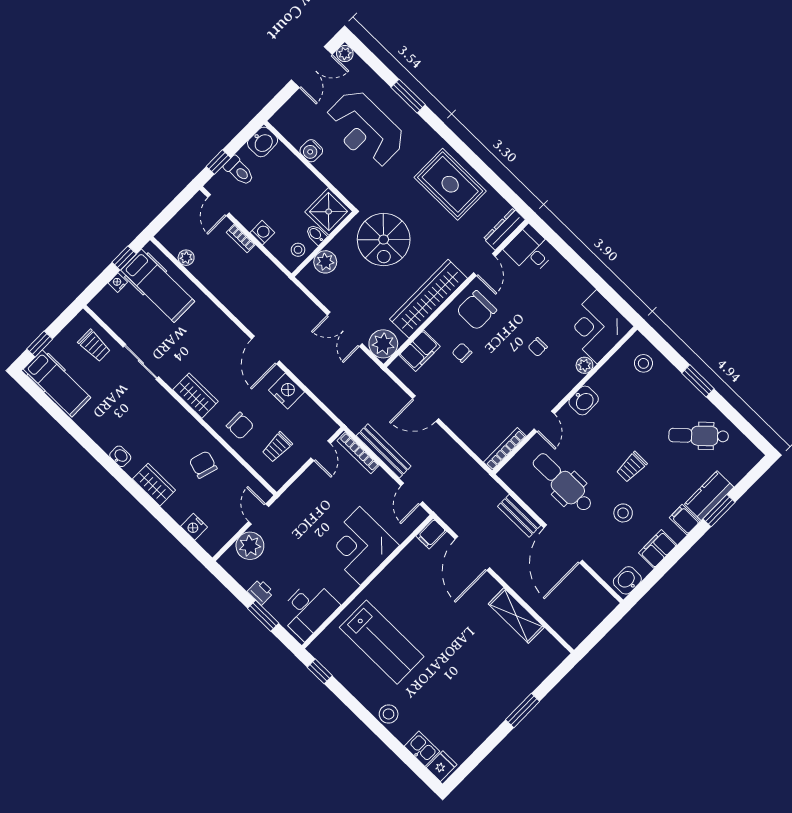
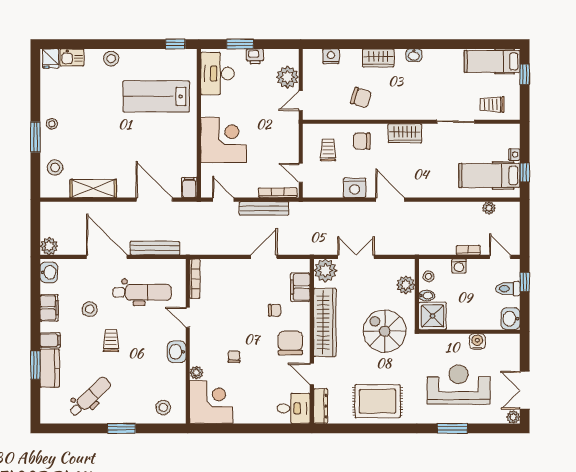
door: (259, 514) -> (301, 101), swing flipped
bench: (519, 516) -> (155, 248), width x1.36
plant: (604, 603) -> (49, 246), added
stool: (532, 667) -> (55, 168), added
stool: (497, 708) -> (52, 124), added

